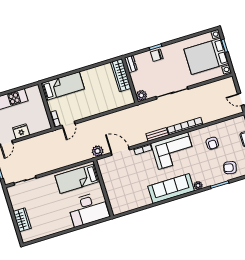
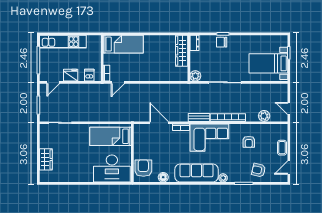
bed with nightstands: (206, 56) -> (268, 63), width x0.73
dishwasher: (39, 126) -> (89, 75), added
plant: (98, 151) -> (264, 116), moved
armchair: (118, 200) -> (143, 168), added
floor lamp: (140, 202) -> (163, 177), added

